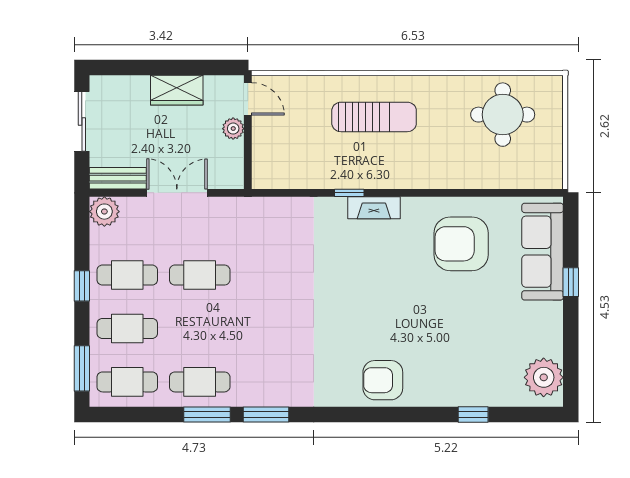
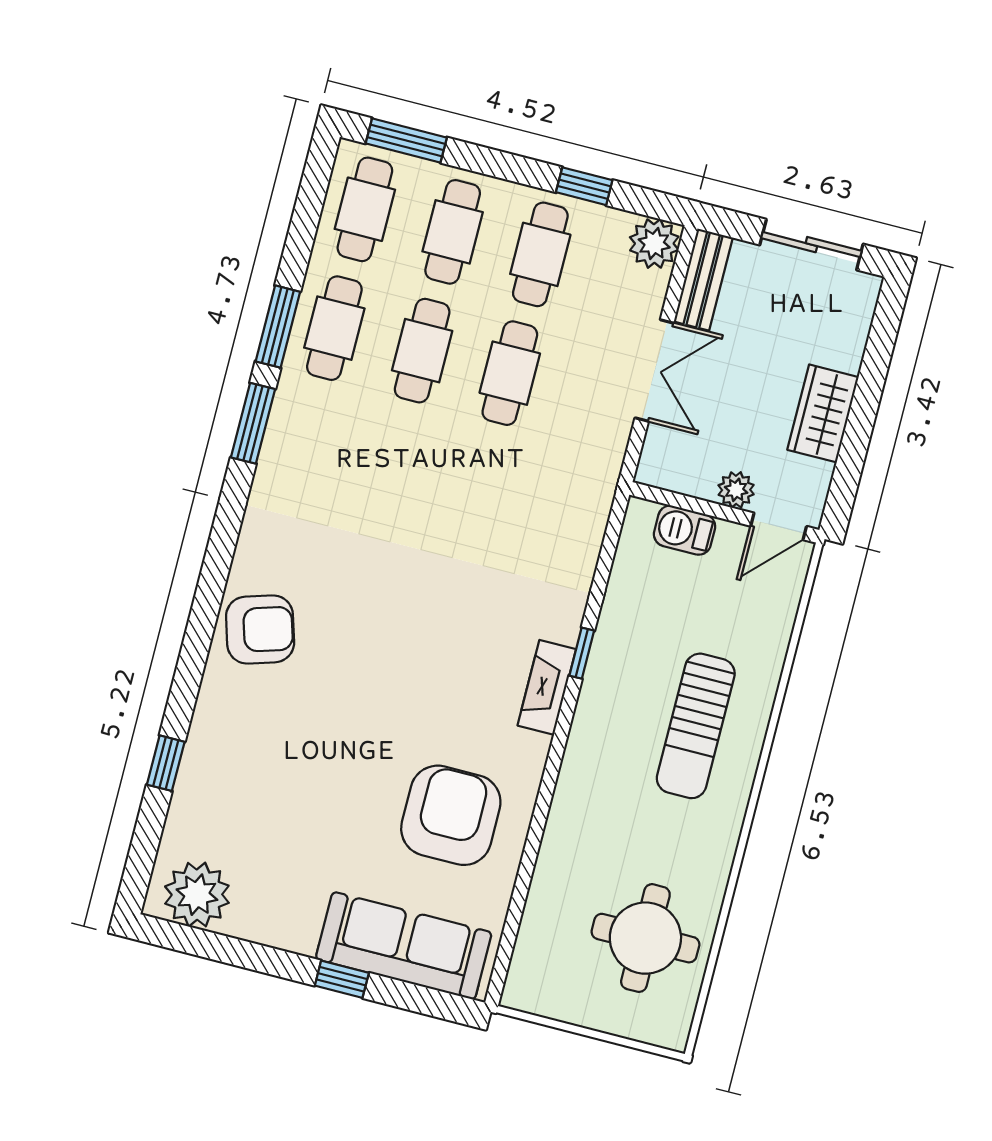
barbecue: (264, 152) -> (685, 530), added
window: (82, 286) -> (584, 186), moved
cafe table: (200, 328) -> (422, 351), added
armchair: (383, 380) -> (260, 629), turned 73

